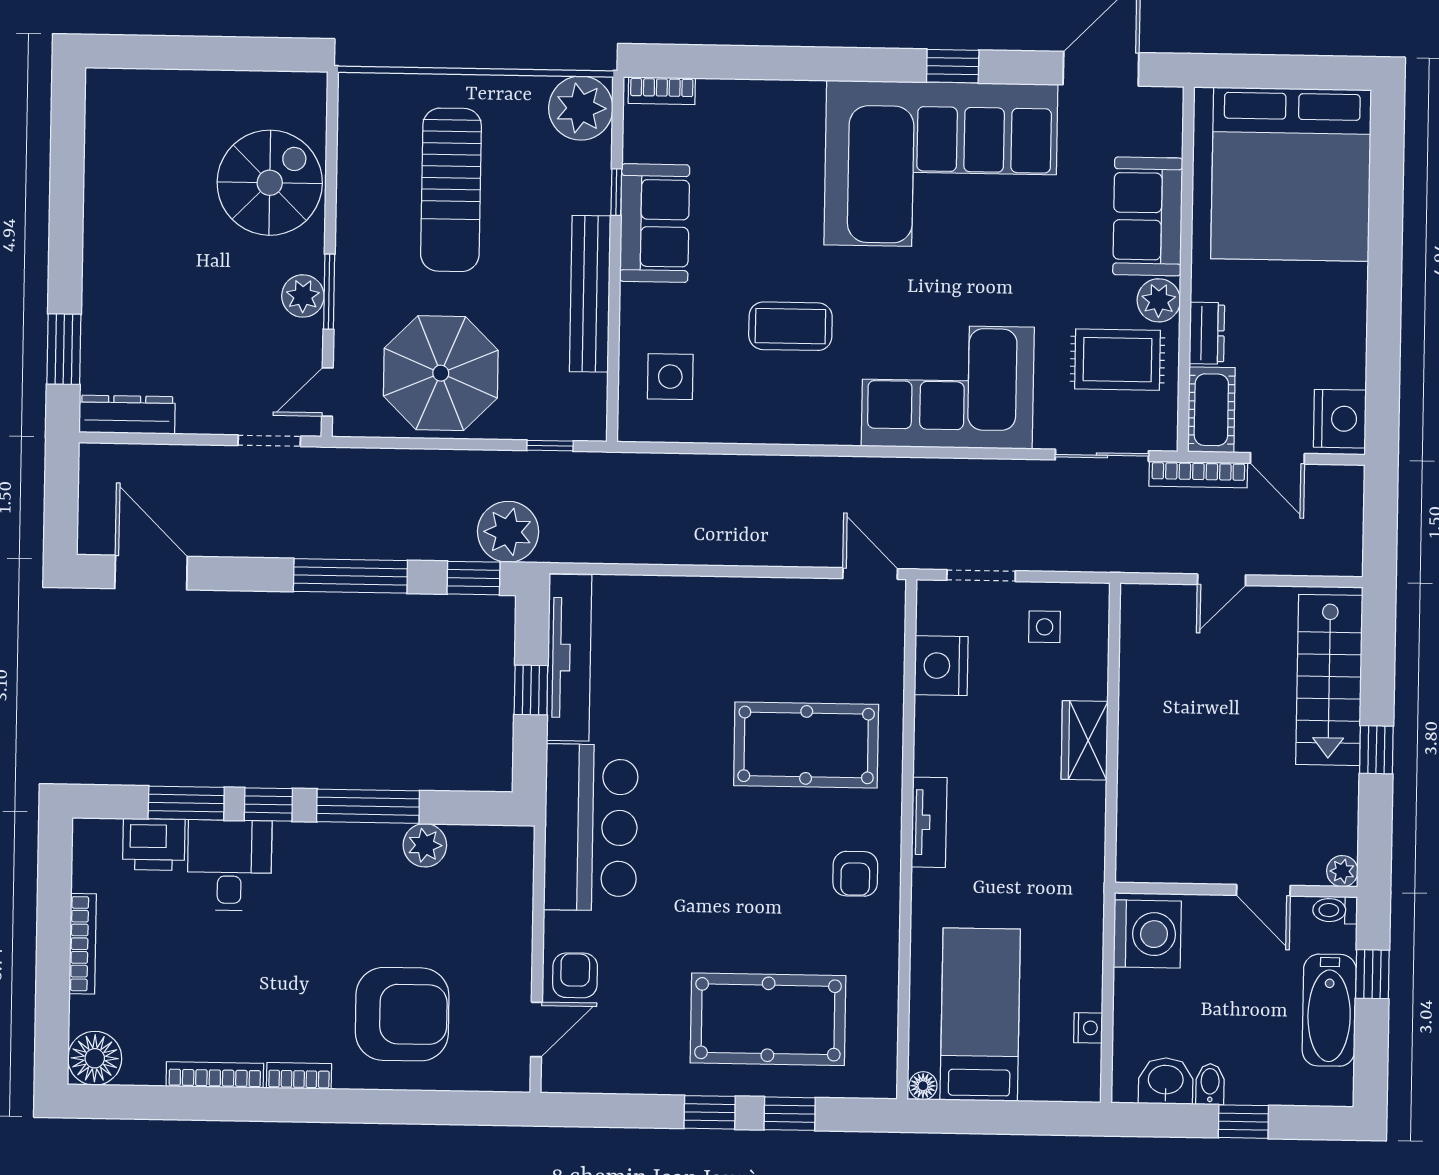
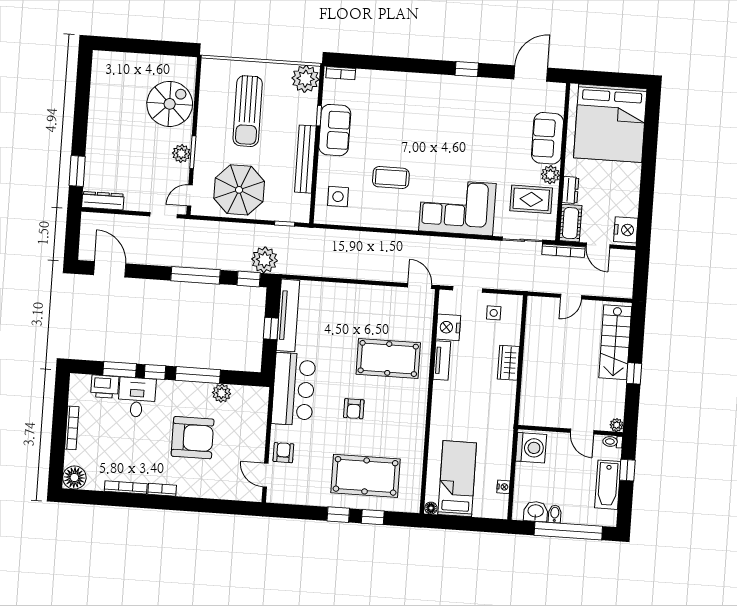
corner sofa: (941, 165) -> (459, 111), removed
tv unit: (929, 822) -> (442, 361), moved
armchair: (855, 874) -> (354, 409), moved
armchair: (402, 1014) -> (193, 438), moved
door: (536, 1029) -> (265, 475), swing flipped
window: (1243, 1122) -> (568, 531), width x3.17

